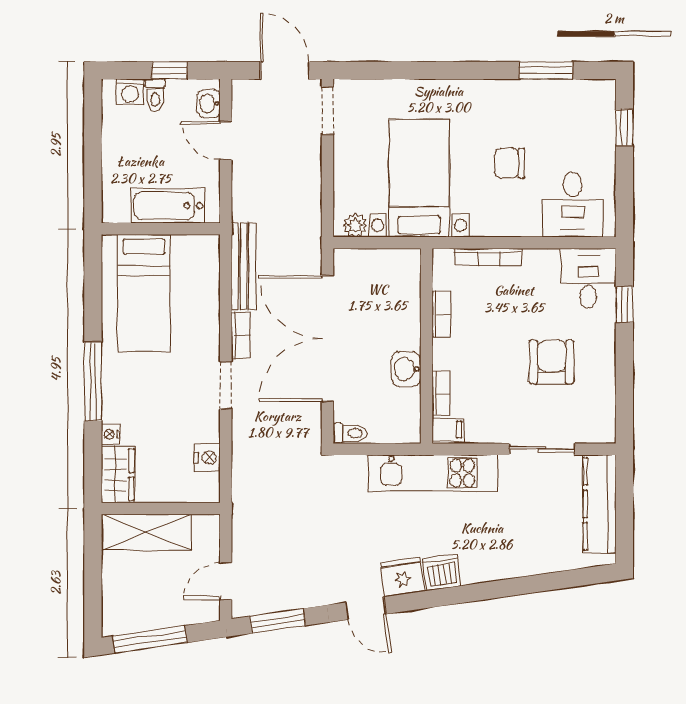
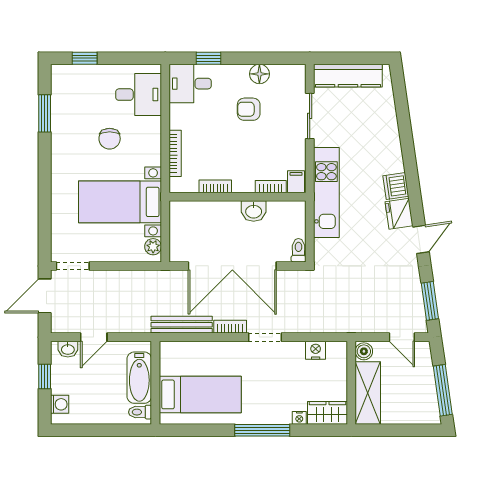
toilet: (155, 95) -> (140, 412), moved, turned 180
armchair: (552, 362) -> (249, 109), width x0.72, depth x0.72
floor lamp: (602, 377) -> (259, 74), added
boiler: (206, 527) -> (364, 351), added

